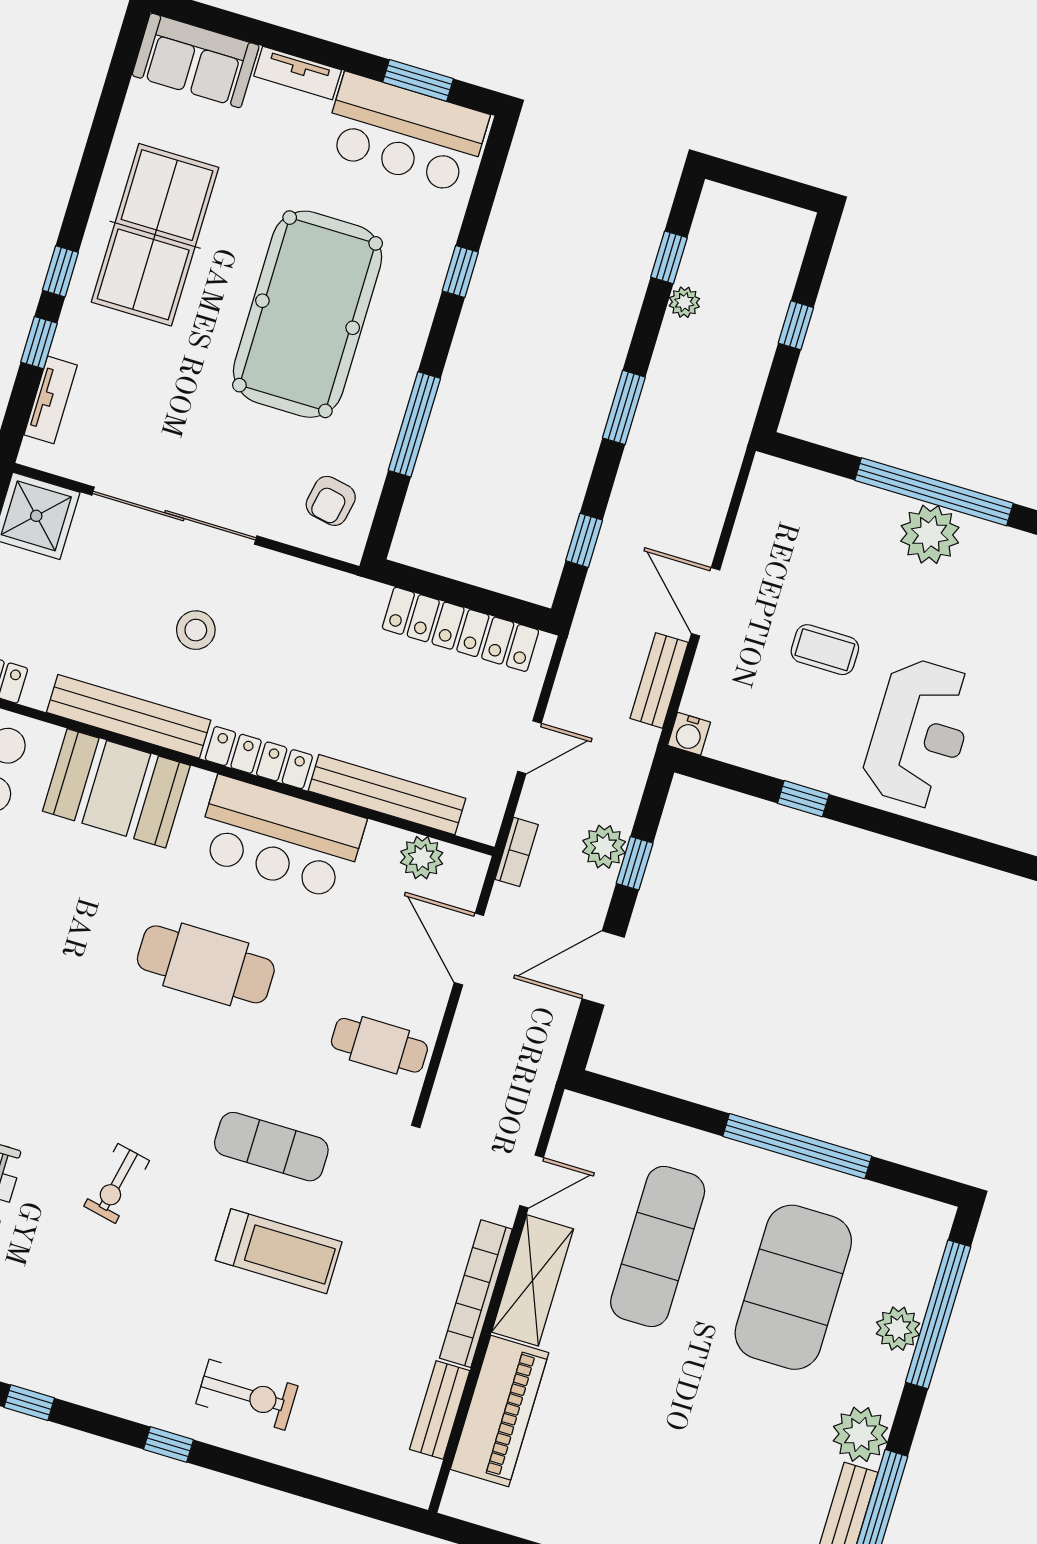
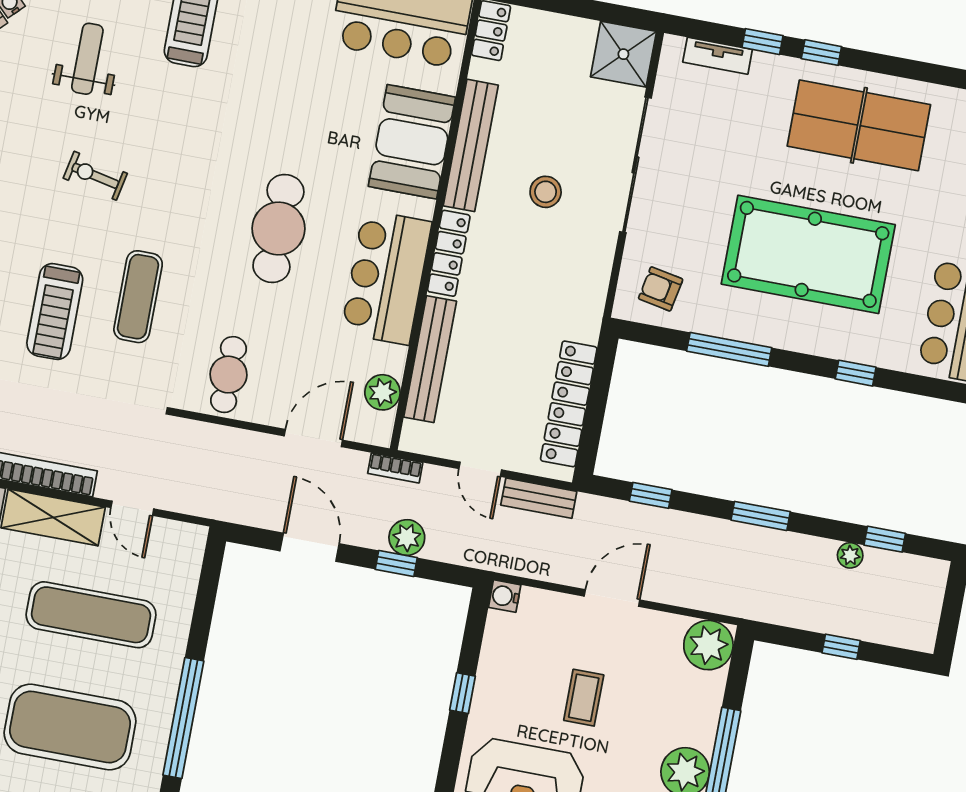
plant: (776, 489) -> (708, 645), added
bench: (659, 680) -> (539, 498), moved

